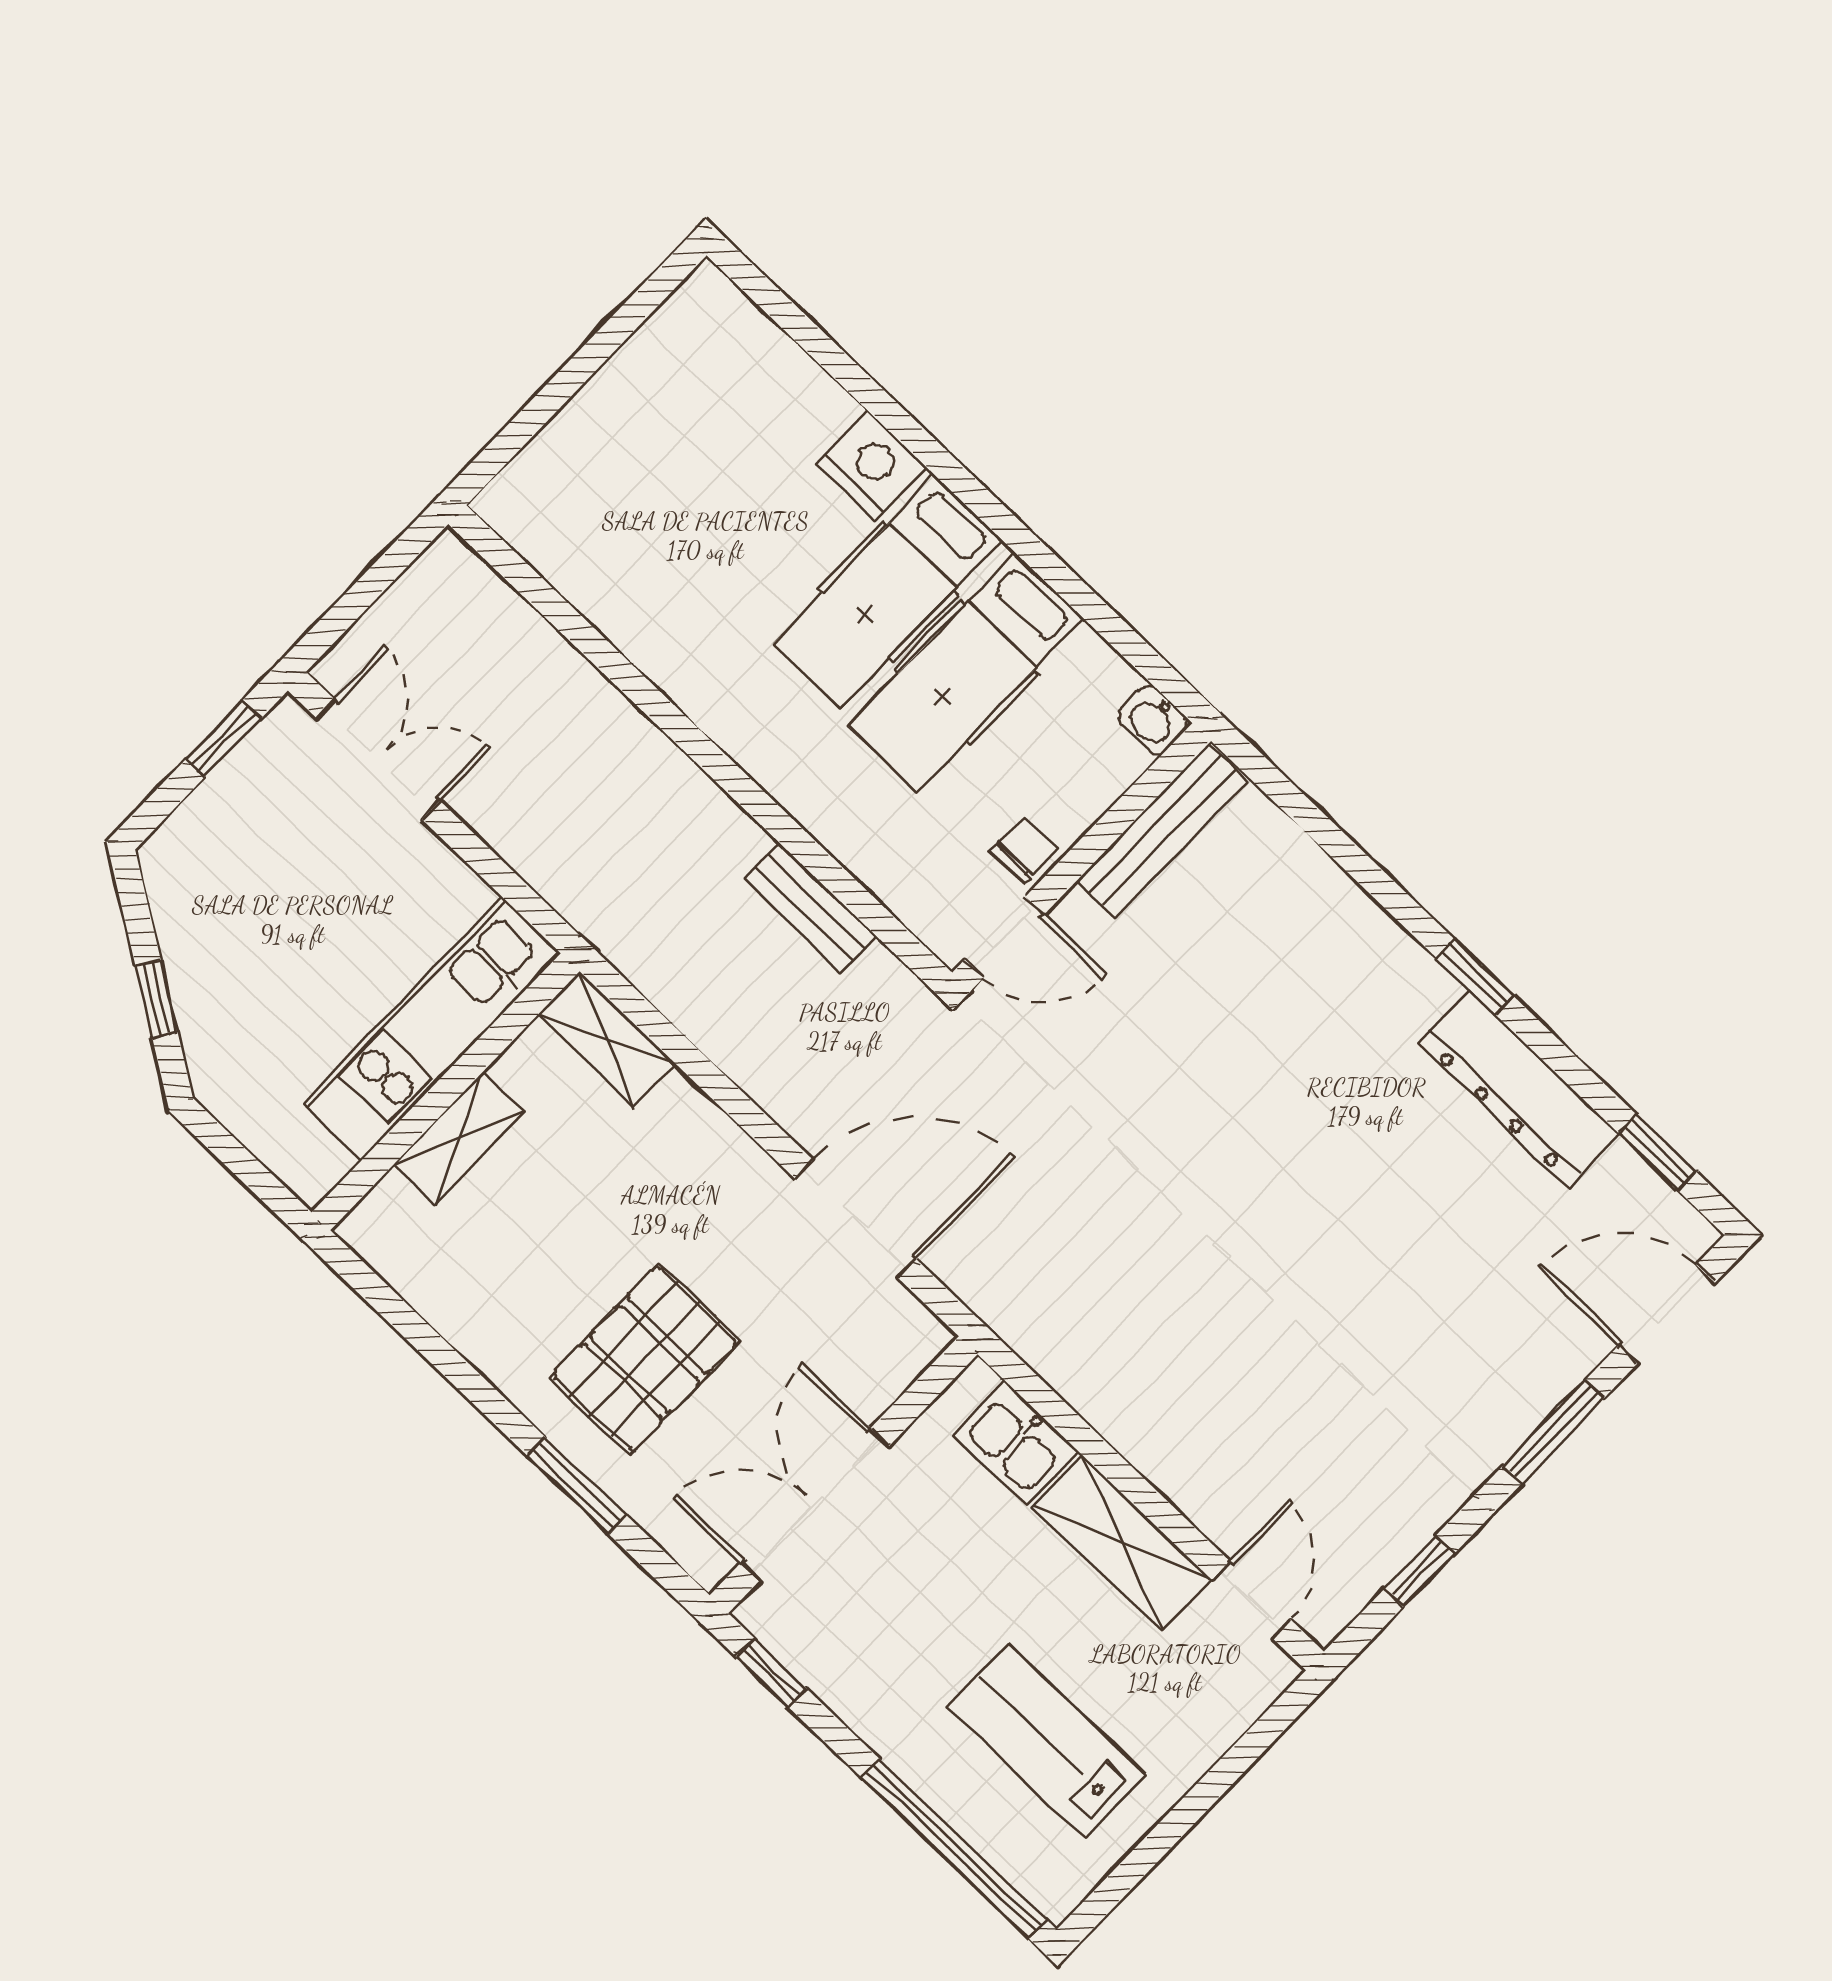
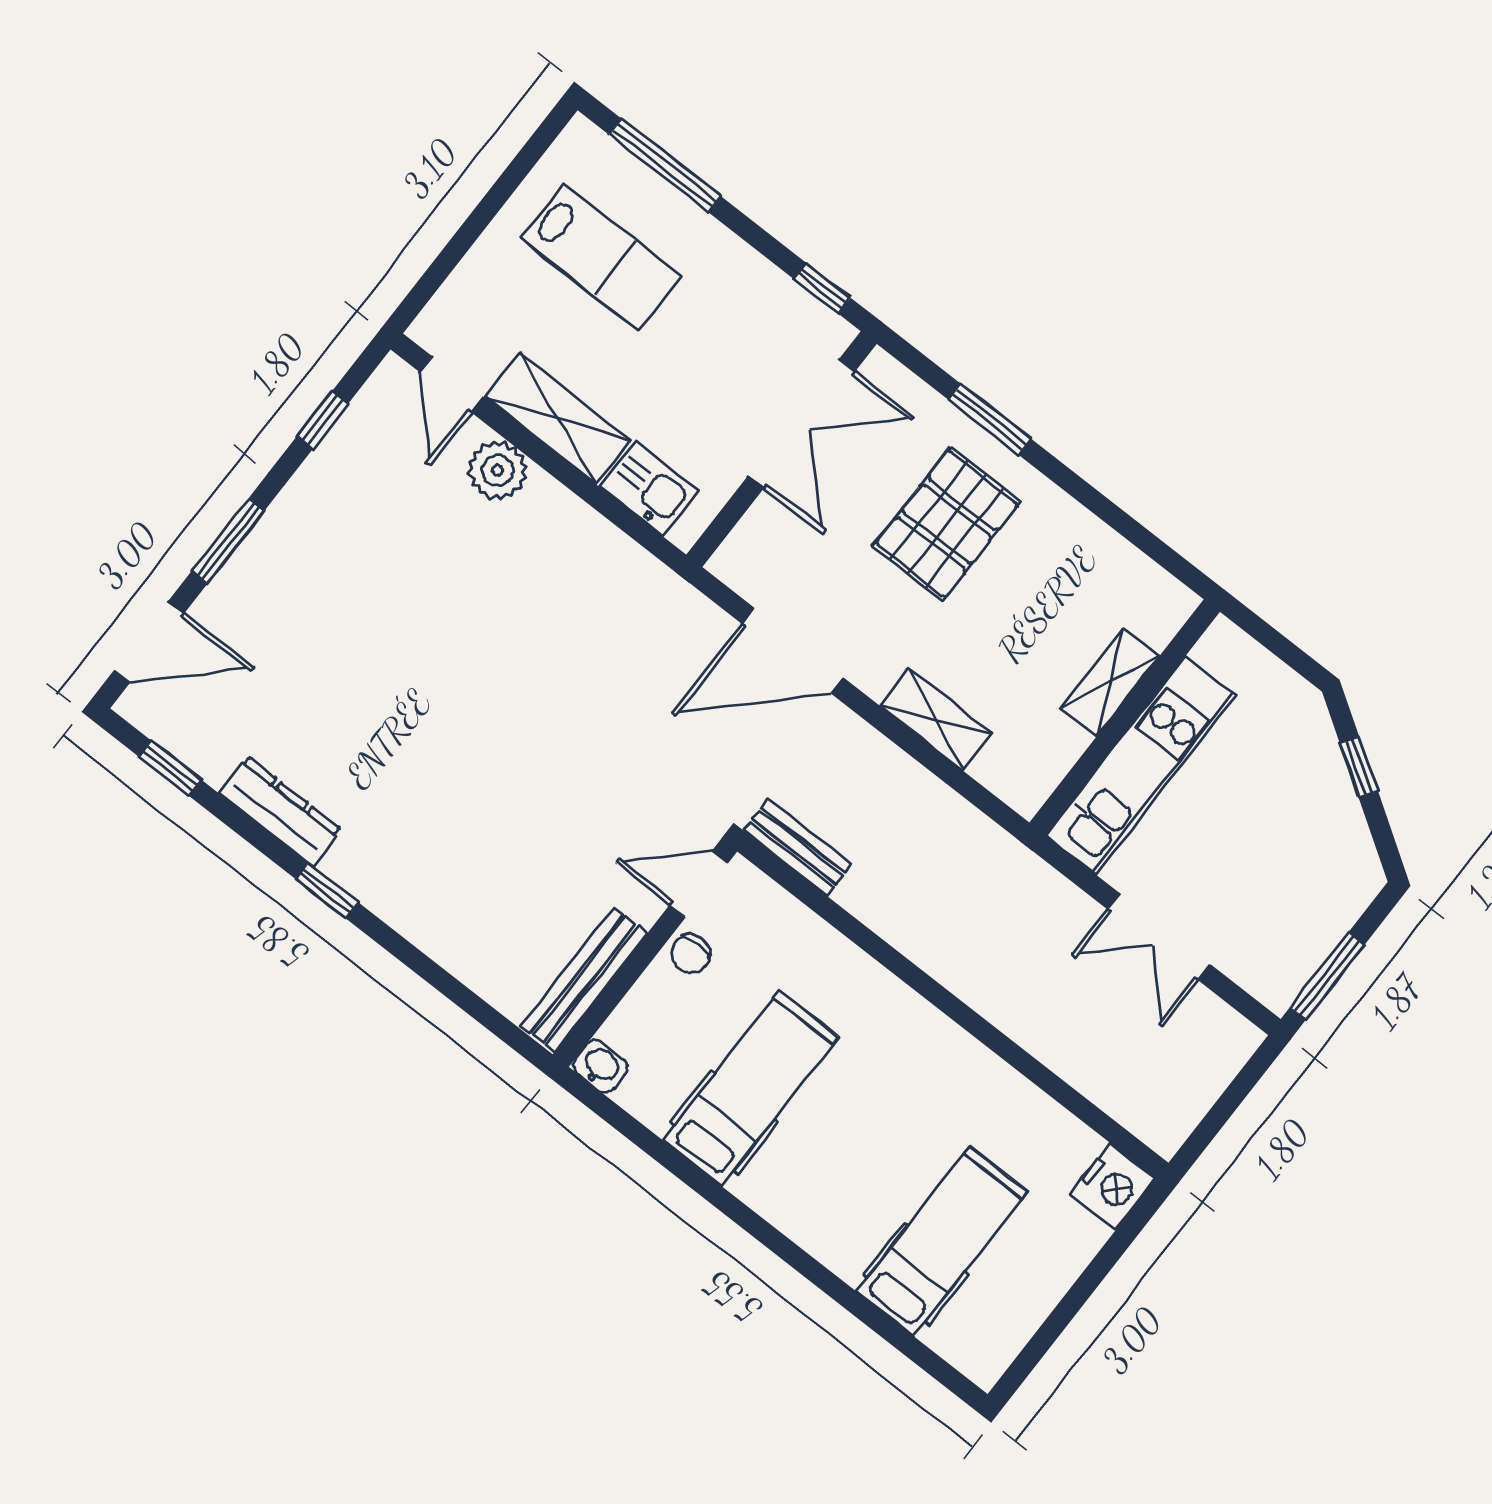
nightstand: (871, 466) -> (1113, 1186), moved, turned -90
hospital bed: (888, 592) -> (942, 1241), moved
window: (224, 739) -> (1327, 976), width x1.50
double door: (378, 759) -> (1159, 937), moved
bench: (810, 908) -> (798, 847), moved
shelving: (607, 1039) -> (936, 720), moved
dresser: (1519, 1089) -> (280, 811), width x0.73, depth x0.80
plant: (1205, 1485) -> (497, 470), added
window: (954, 1849) -> (665, 165), width x0.68

